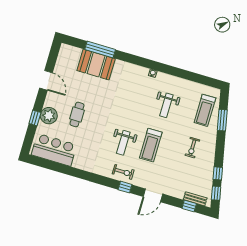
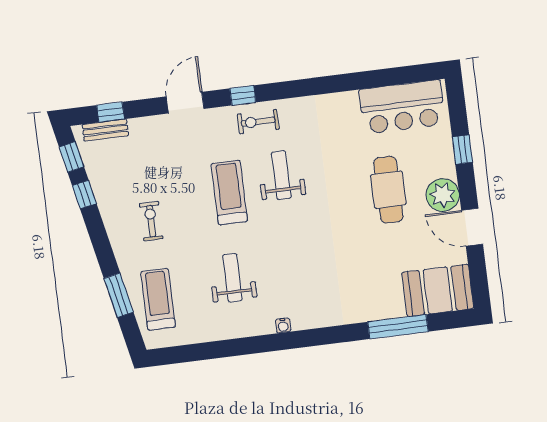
booth: (96, 65) -> (438, 290), moved
cafe table: (77, 114) -> (388, 190), width x1.37, depth x1.35
plant: (49, 116) -> (443, 195), moved

